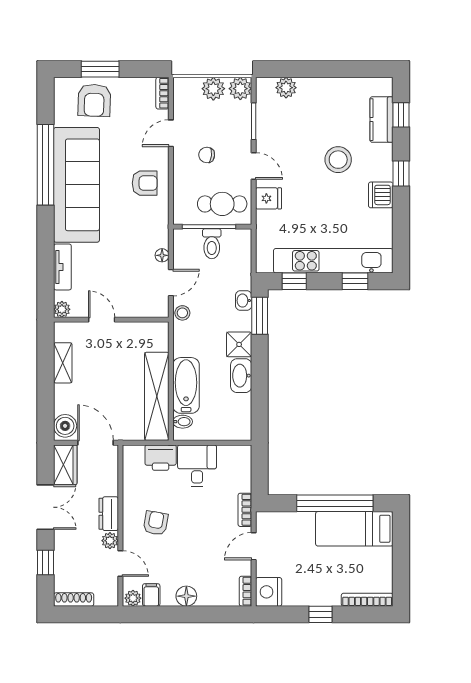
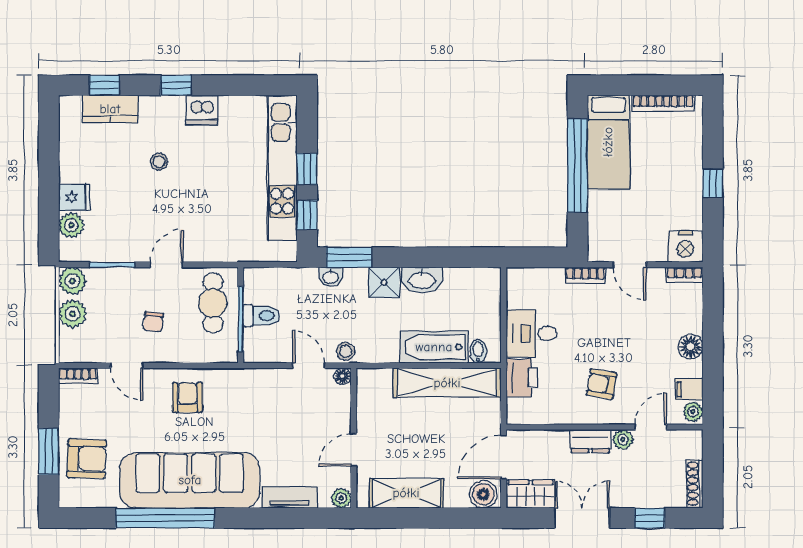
stool: (338, 160) -> (159, 162), width x0.53, depth x0.53
fridge: (269, 198) -> (74, 197), moved, turned 90
floor lamp: (162, 255) -> (342, 376), moved
window: (355, 281) -> (307, 169), moved
shelving: (63, 363) -> (406, 493), width x1.50, depth x1.33
bookcase: (367, 600) -> (663, 103), moved, turned -90

